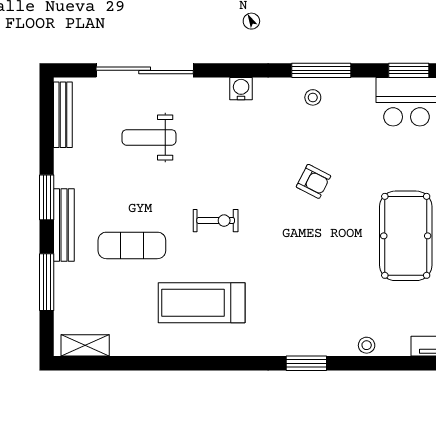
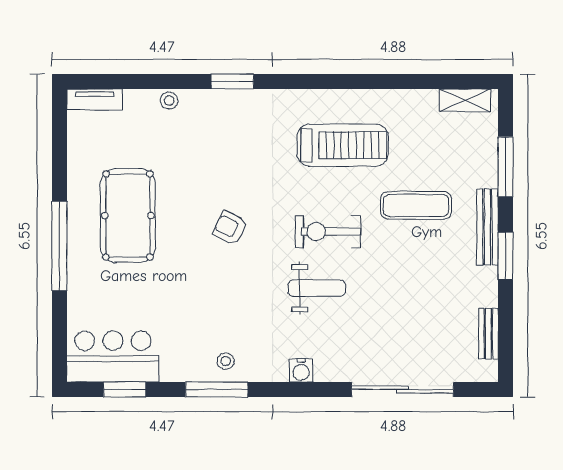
bench: (63, 115) -> (488, 334), width x0.73
weight bench: (149, 137) -> (317, 288), moved
armchair: (313, 181) -> (230, 228), moved
exercise bike: (216, 221) -> (328, 232), width x1.38, depth x1.39

